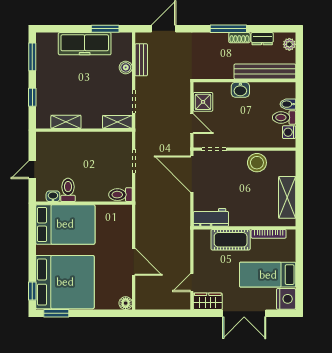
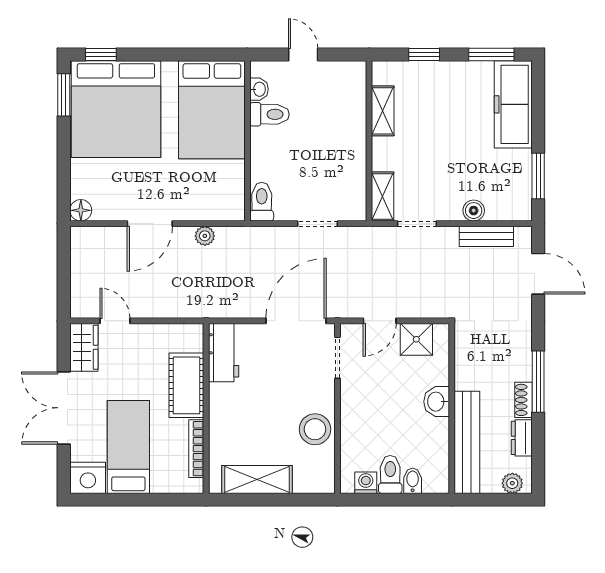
freezer: (85, 44) -> (513, 104), moved
plant: (141, 229) -> (205, 236), added

